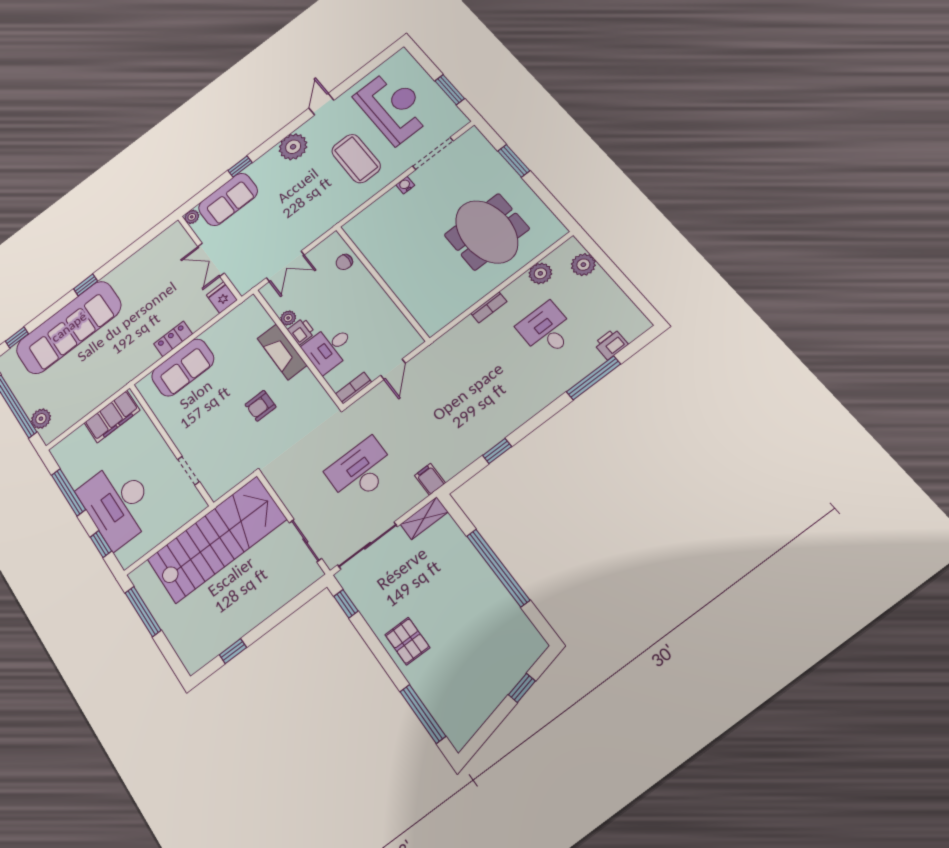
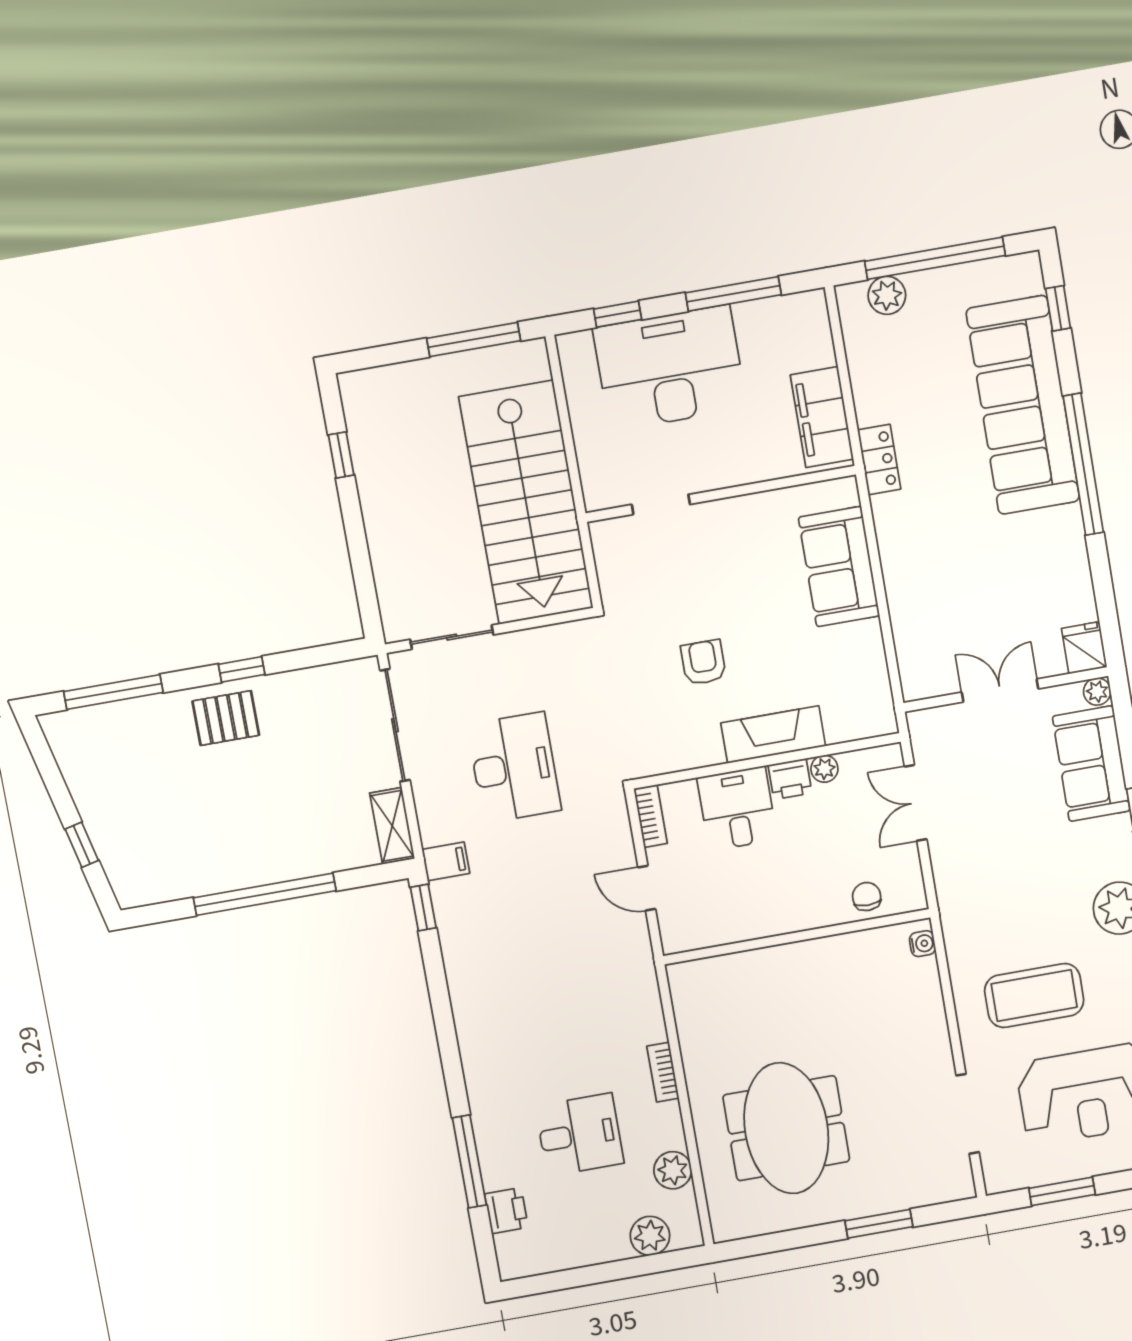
water cooler: (405, 185) -> (922, 944), moved
meeting table: (487, 232) -> (786, 1128), turned 90
window: (86, 285) -> (1083, 464), width x3.17
fridge: (222, 297) -> (1084, 648), moved, turned -90
locker: (173, 339) -> (879, 460), moved
window: (497, 451) -> (423, 907), moved
window: (346, 604) -> (242, 669), moved

